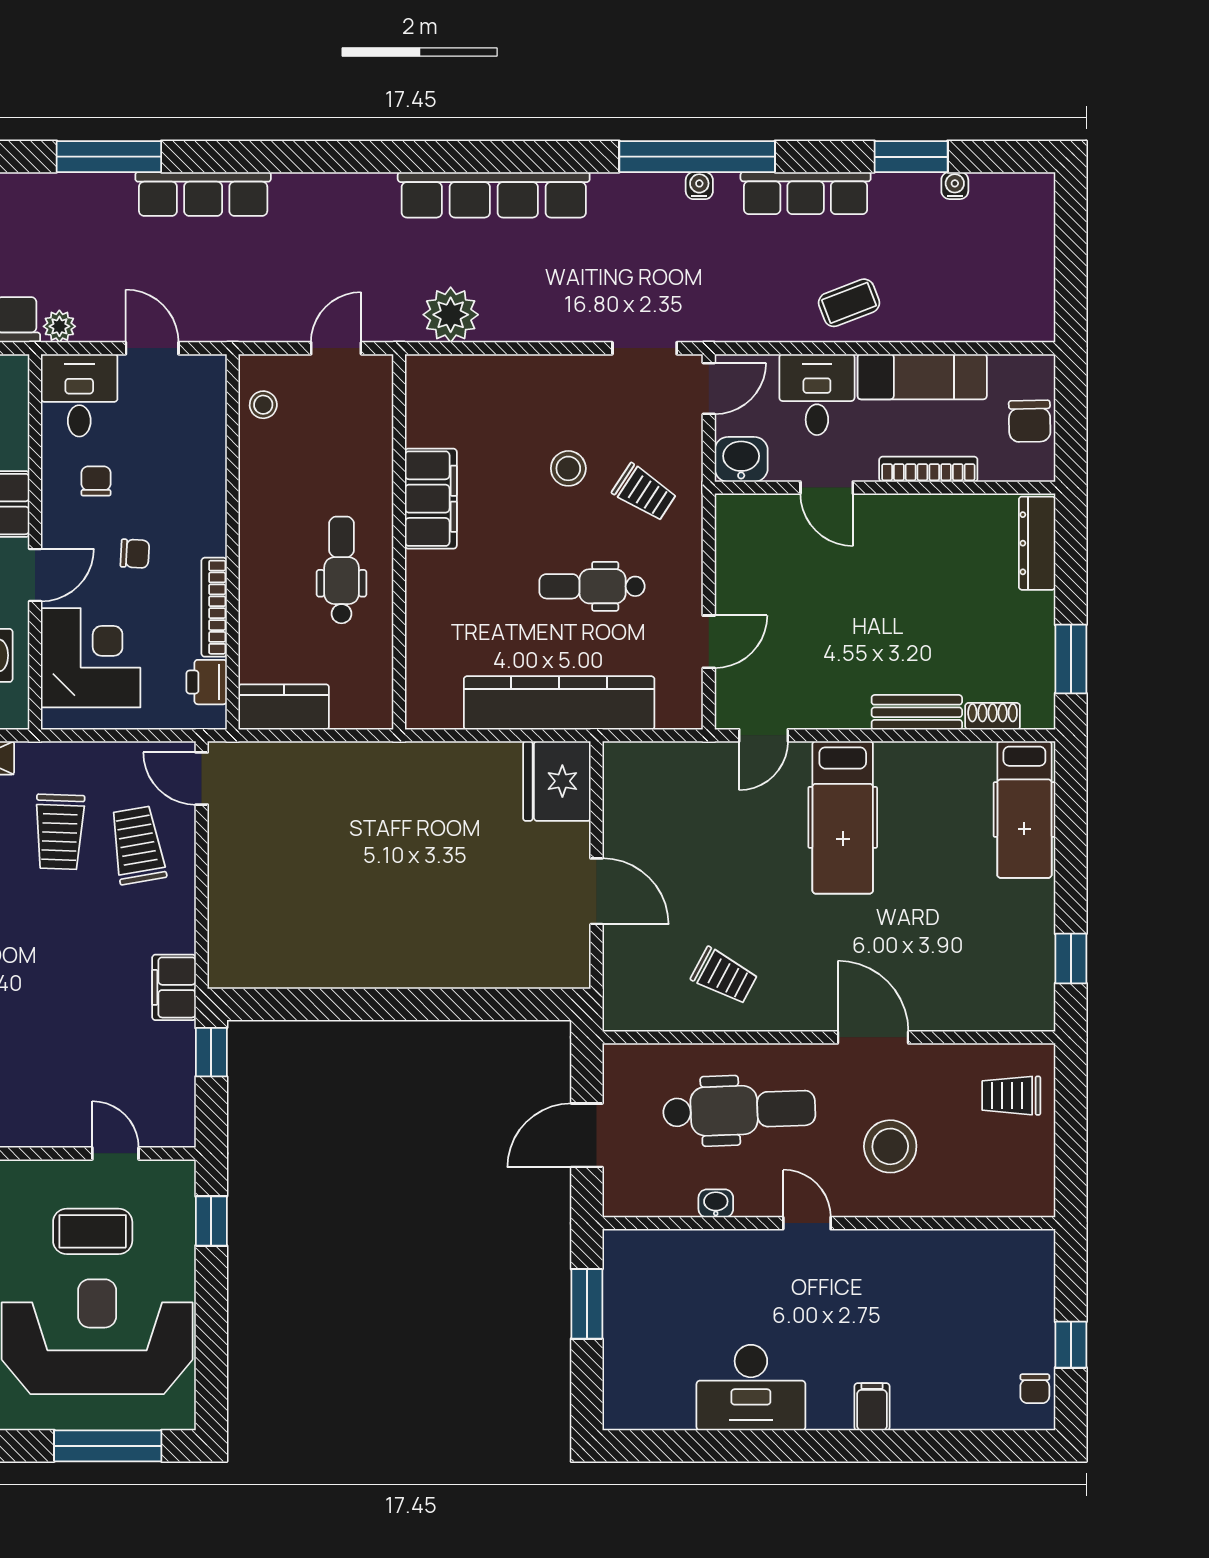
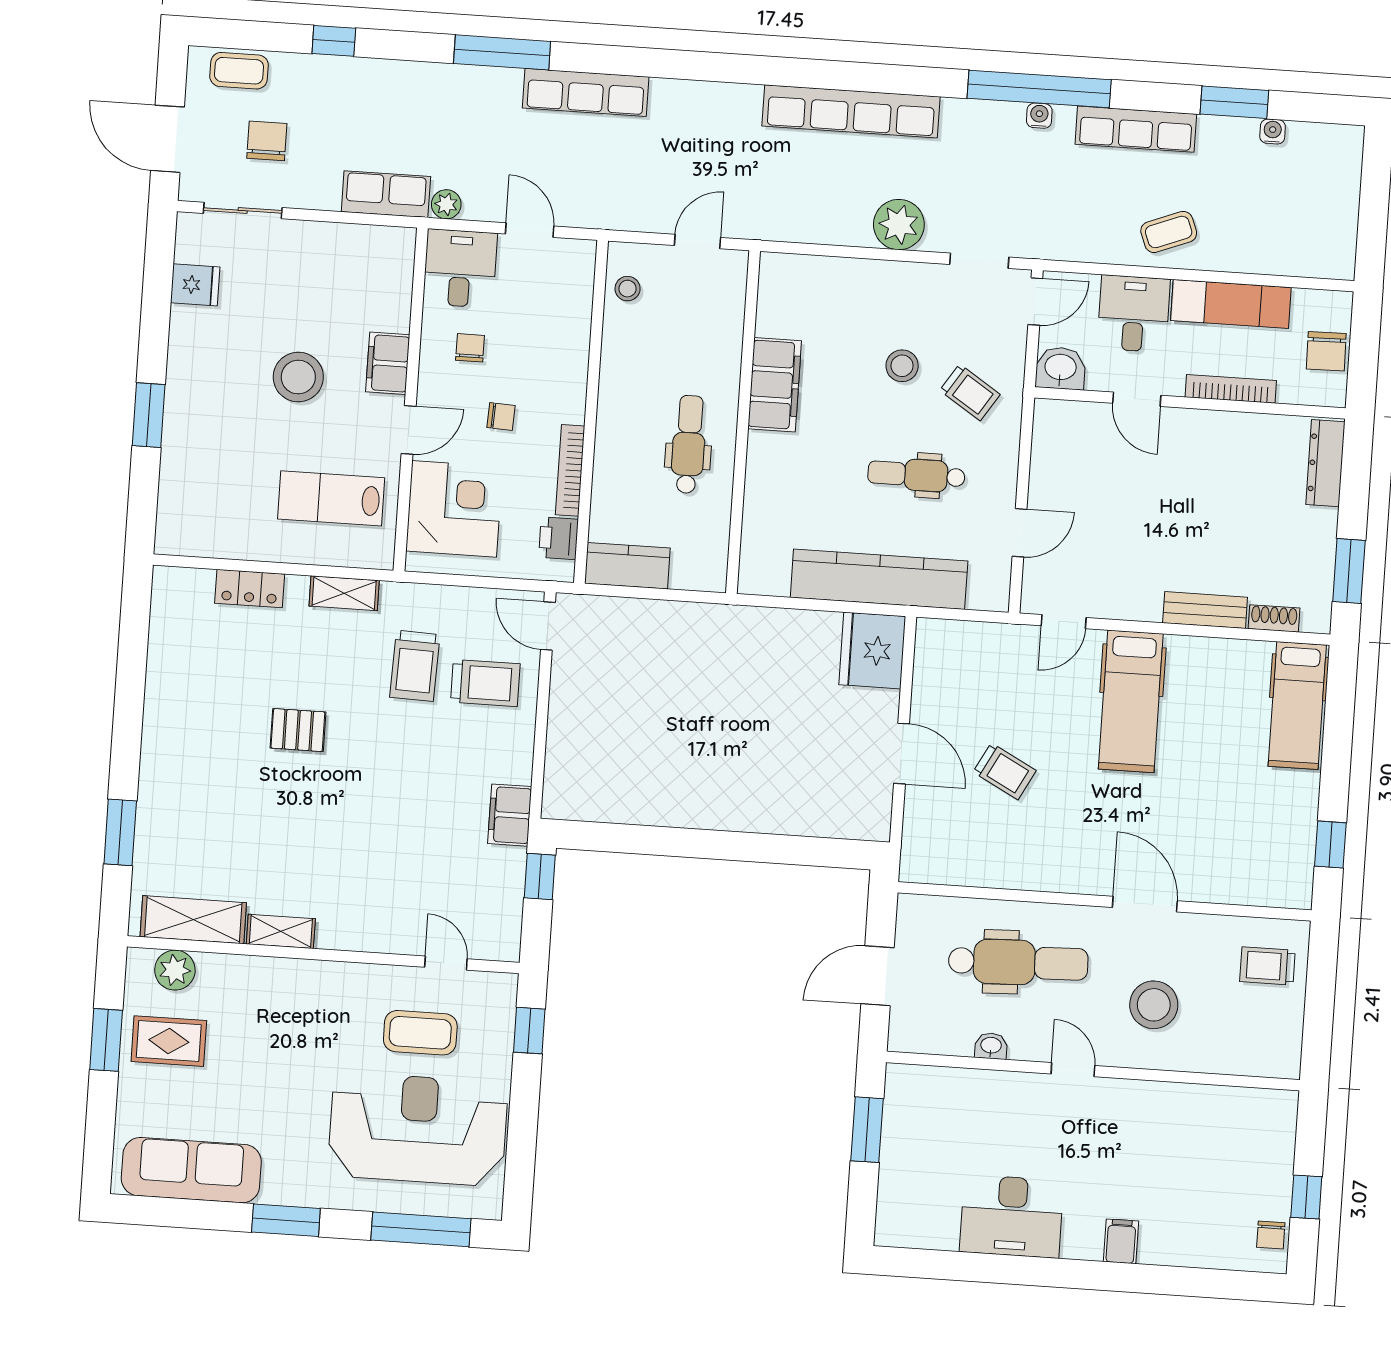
plant: (451, 315) -> (899, 225), moved
trolley: (138, 845) -> (485, 683), turned 100
trolley: (724, 976) -> (1005, 771), moved

